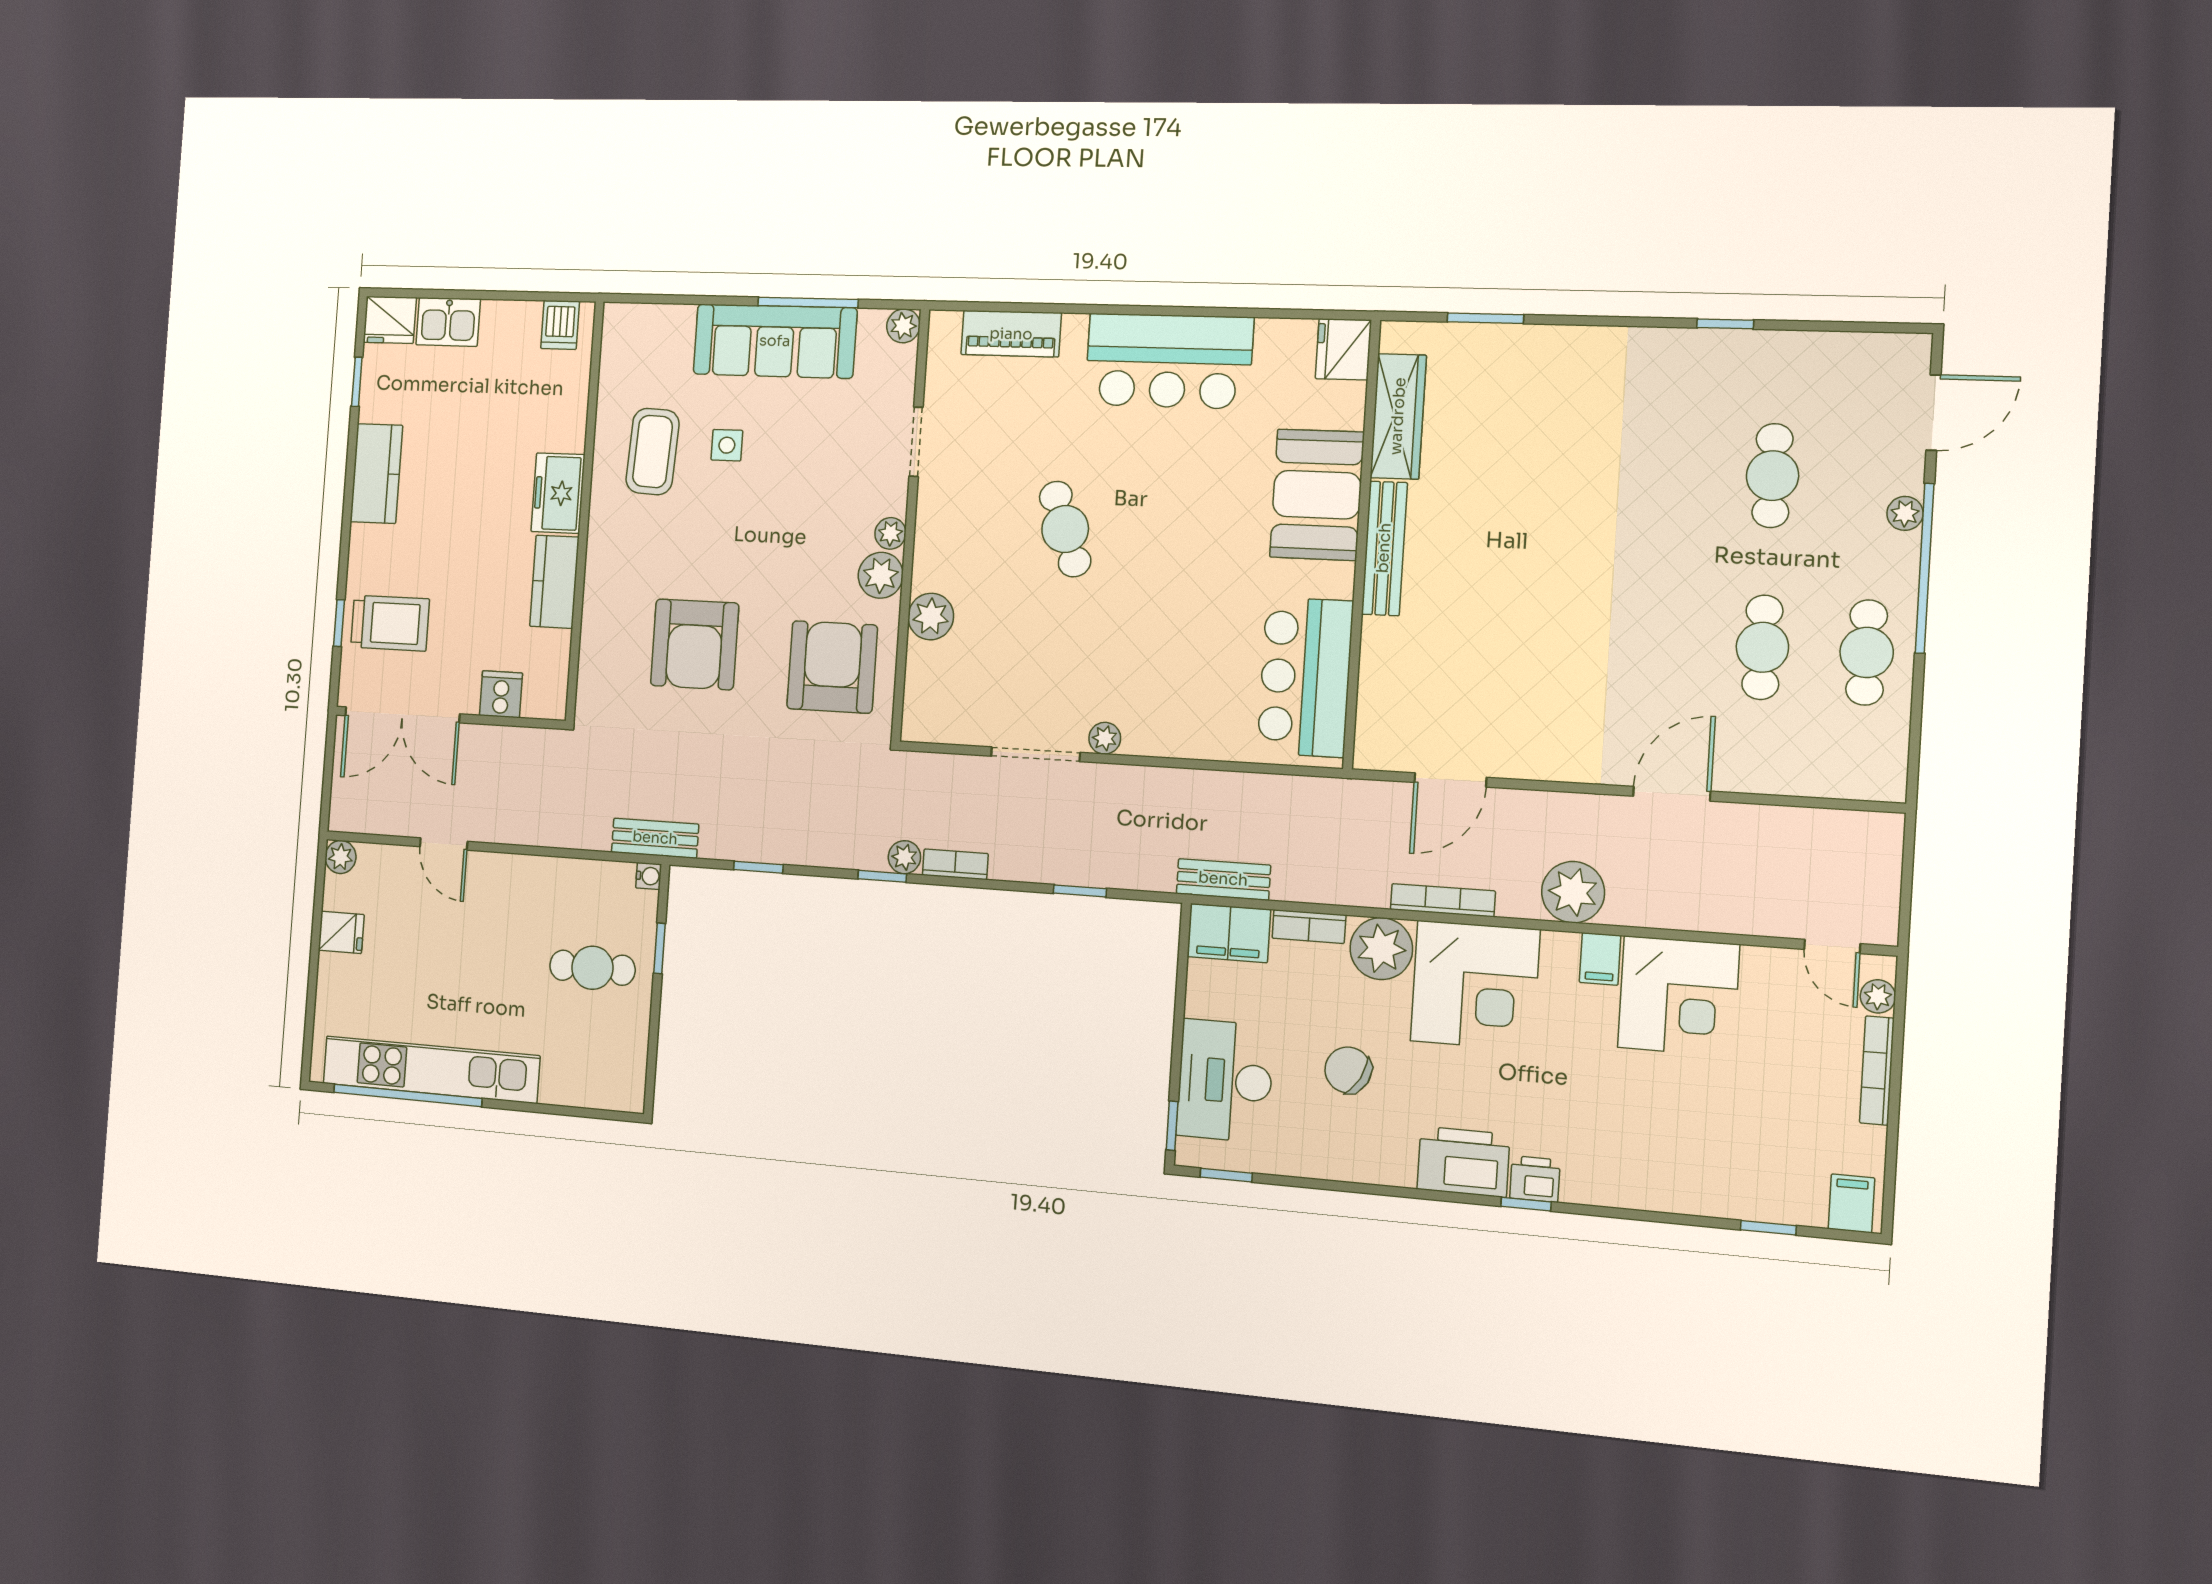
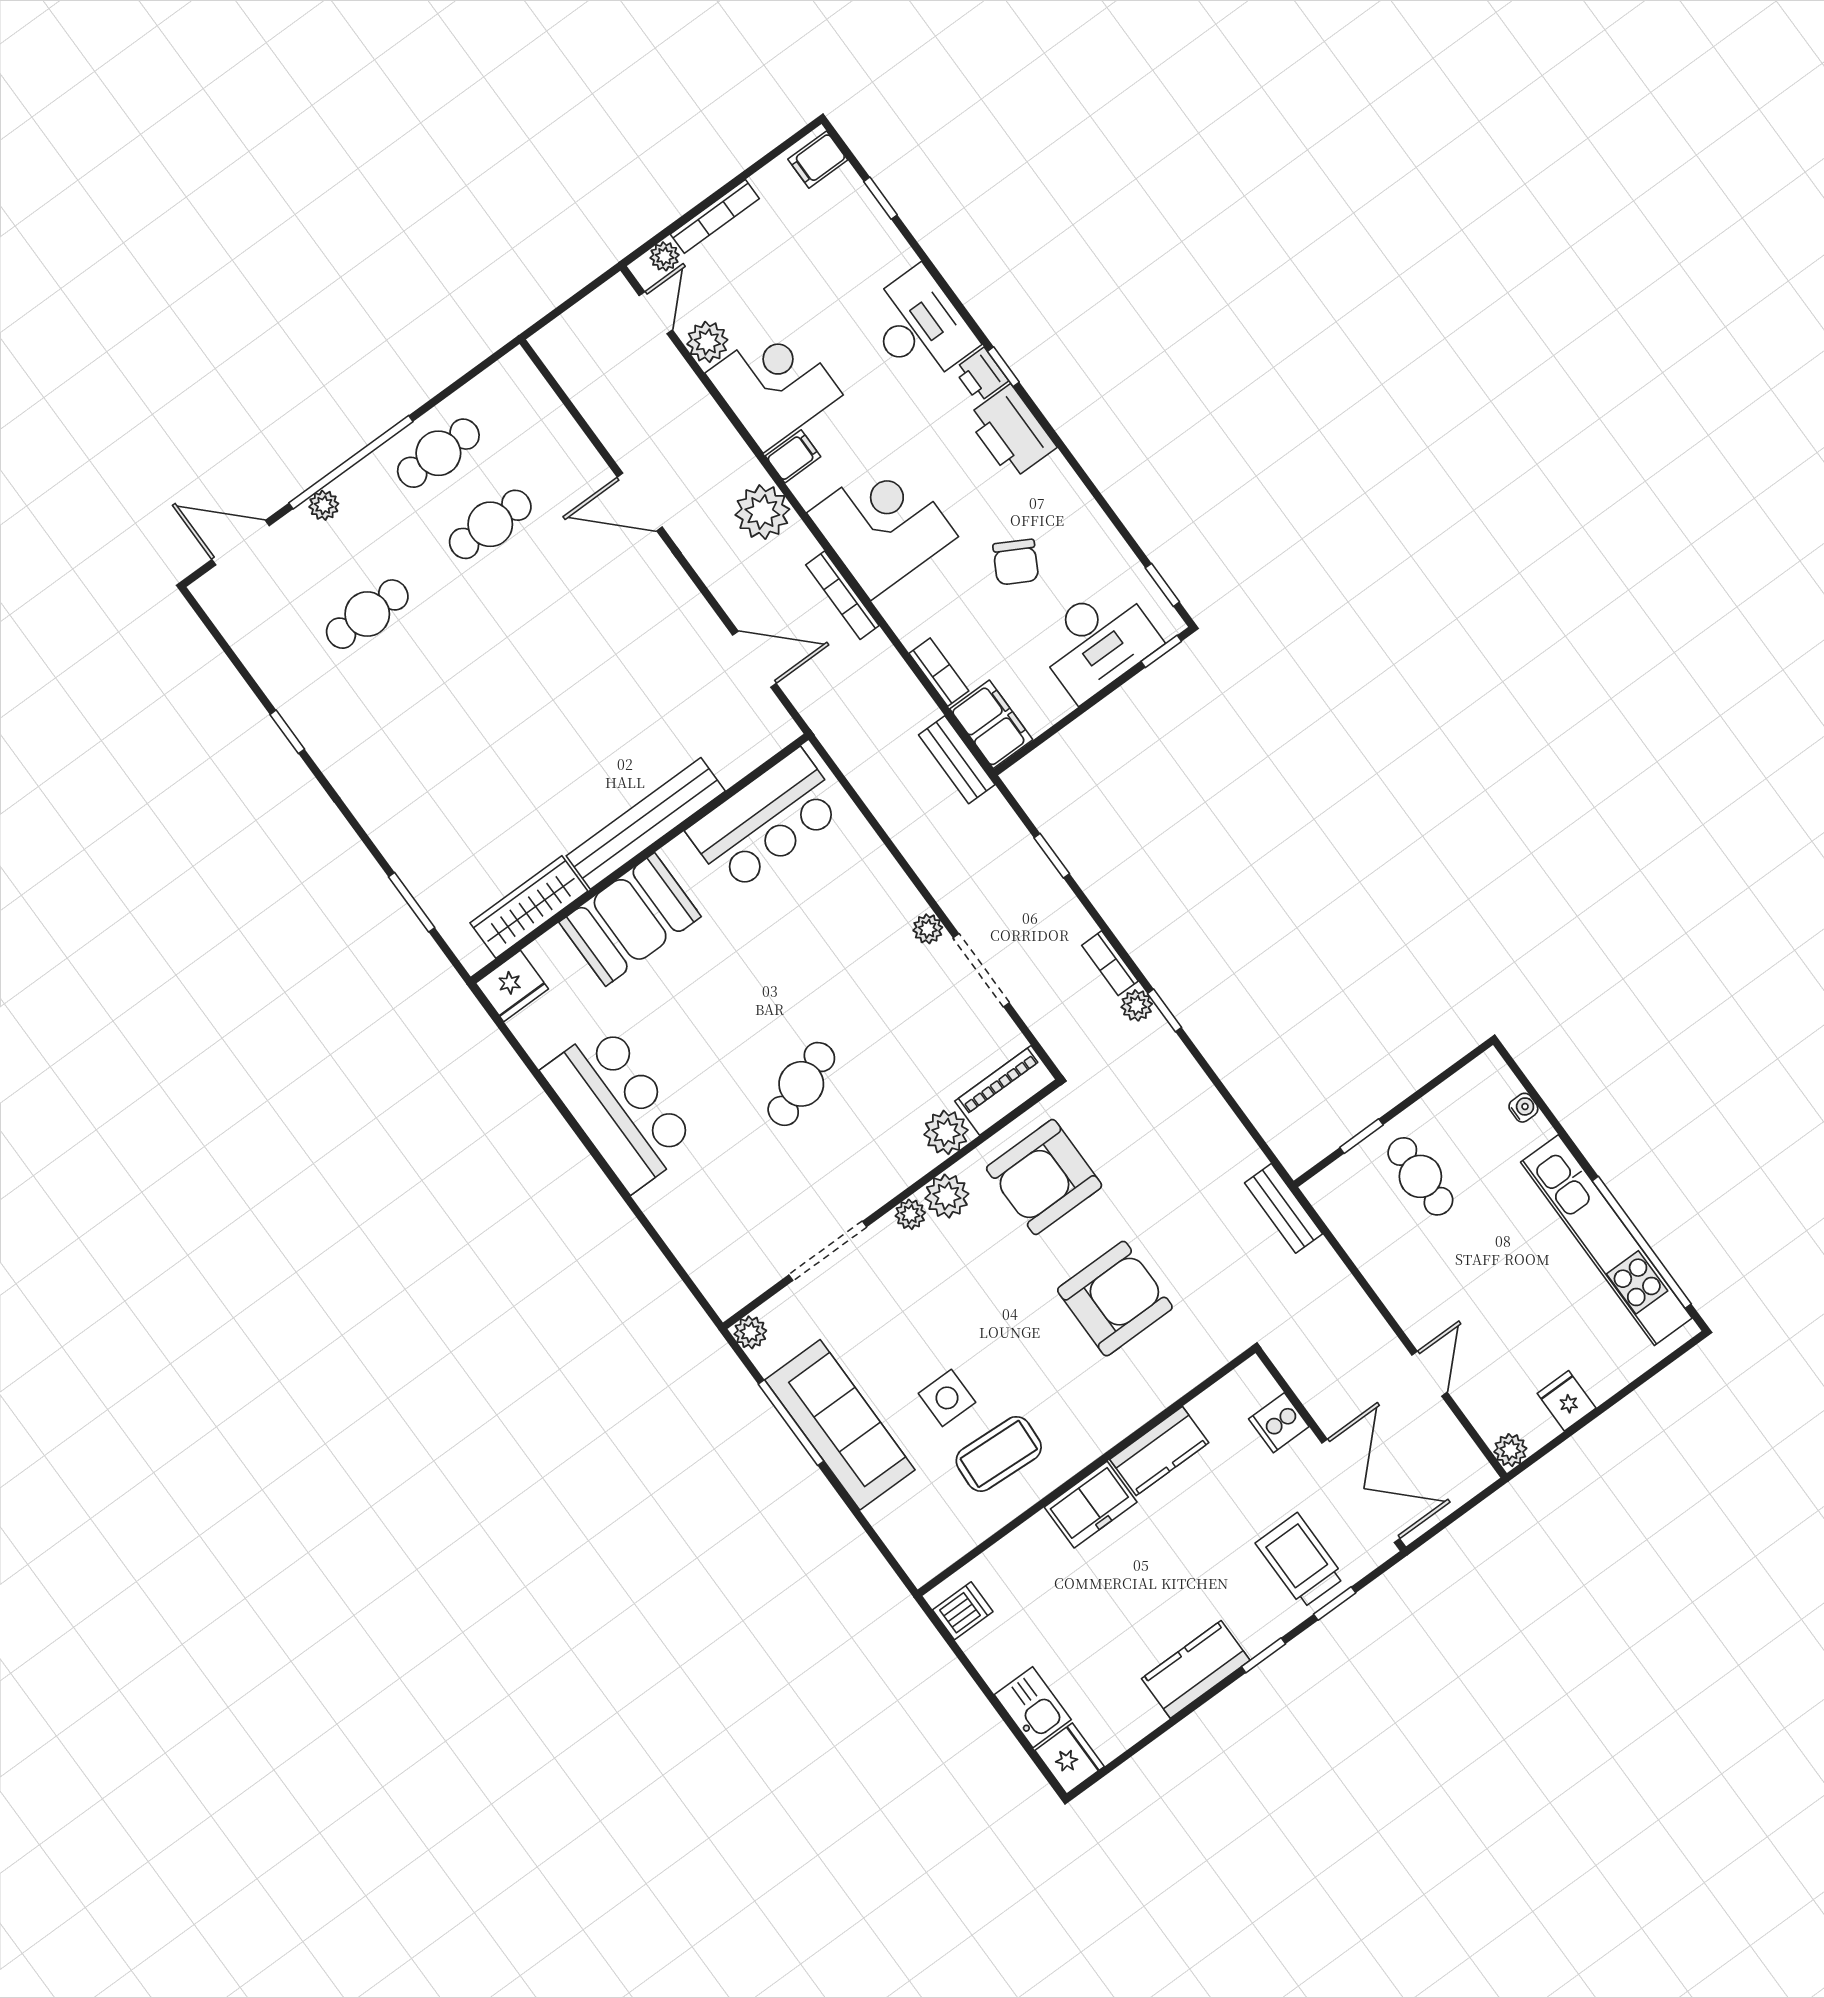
piano: (1011, 334) -> (1005, 1090), moved, turned -90
window: (357, 382) -> (1264, 1655), moved
doorway: (916, 442) -> (828, 1251), width x1.38
side table: (727, 445) -> (947, 1398), width x1.37, depth x1.37
bench: (1384, 548) -> (646, 823), width x1.37, depth x1.21
window: (758, 867) -> (1237, 1110), removed
water cooler: (649, 876) -> (1523, 1108), moved, turned 90
plant: (1381, 949) -> (707, 342), moved, width x0.73, depth x0.73
desk: (1623, 1163) -> (919, 327), added

